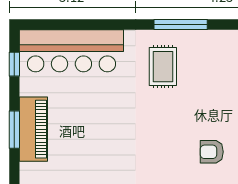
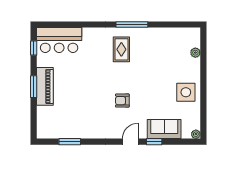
bar counter: (71, 51) -> (59, 40), width x0.73
armchair: (212, 152) -> (122, 101), moved

